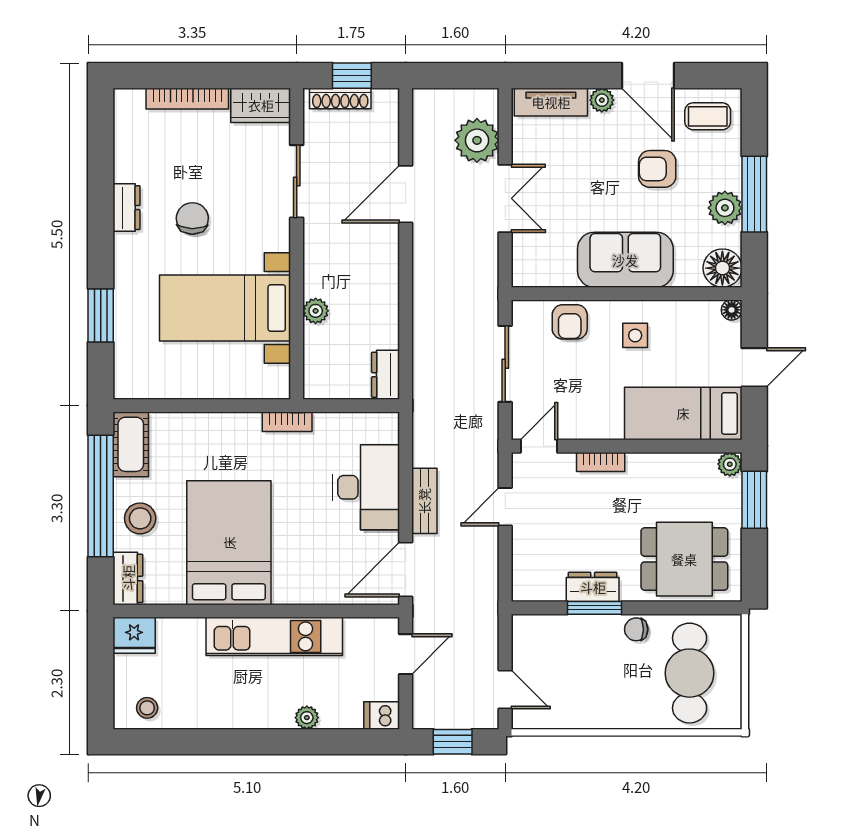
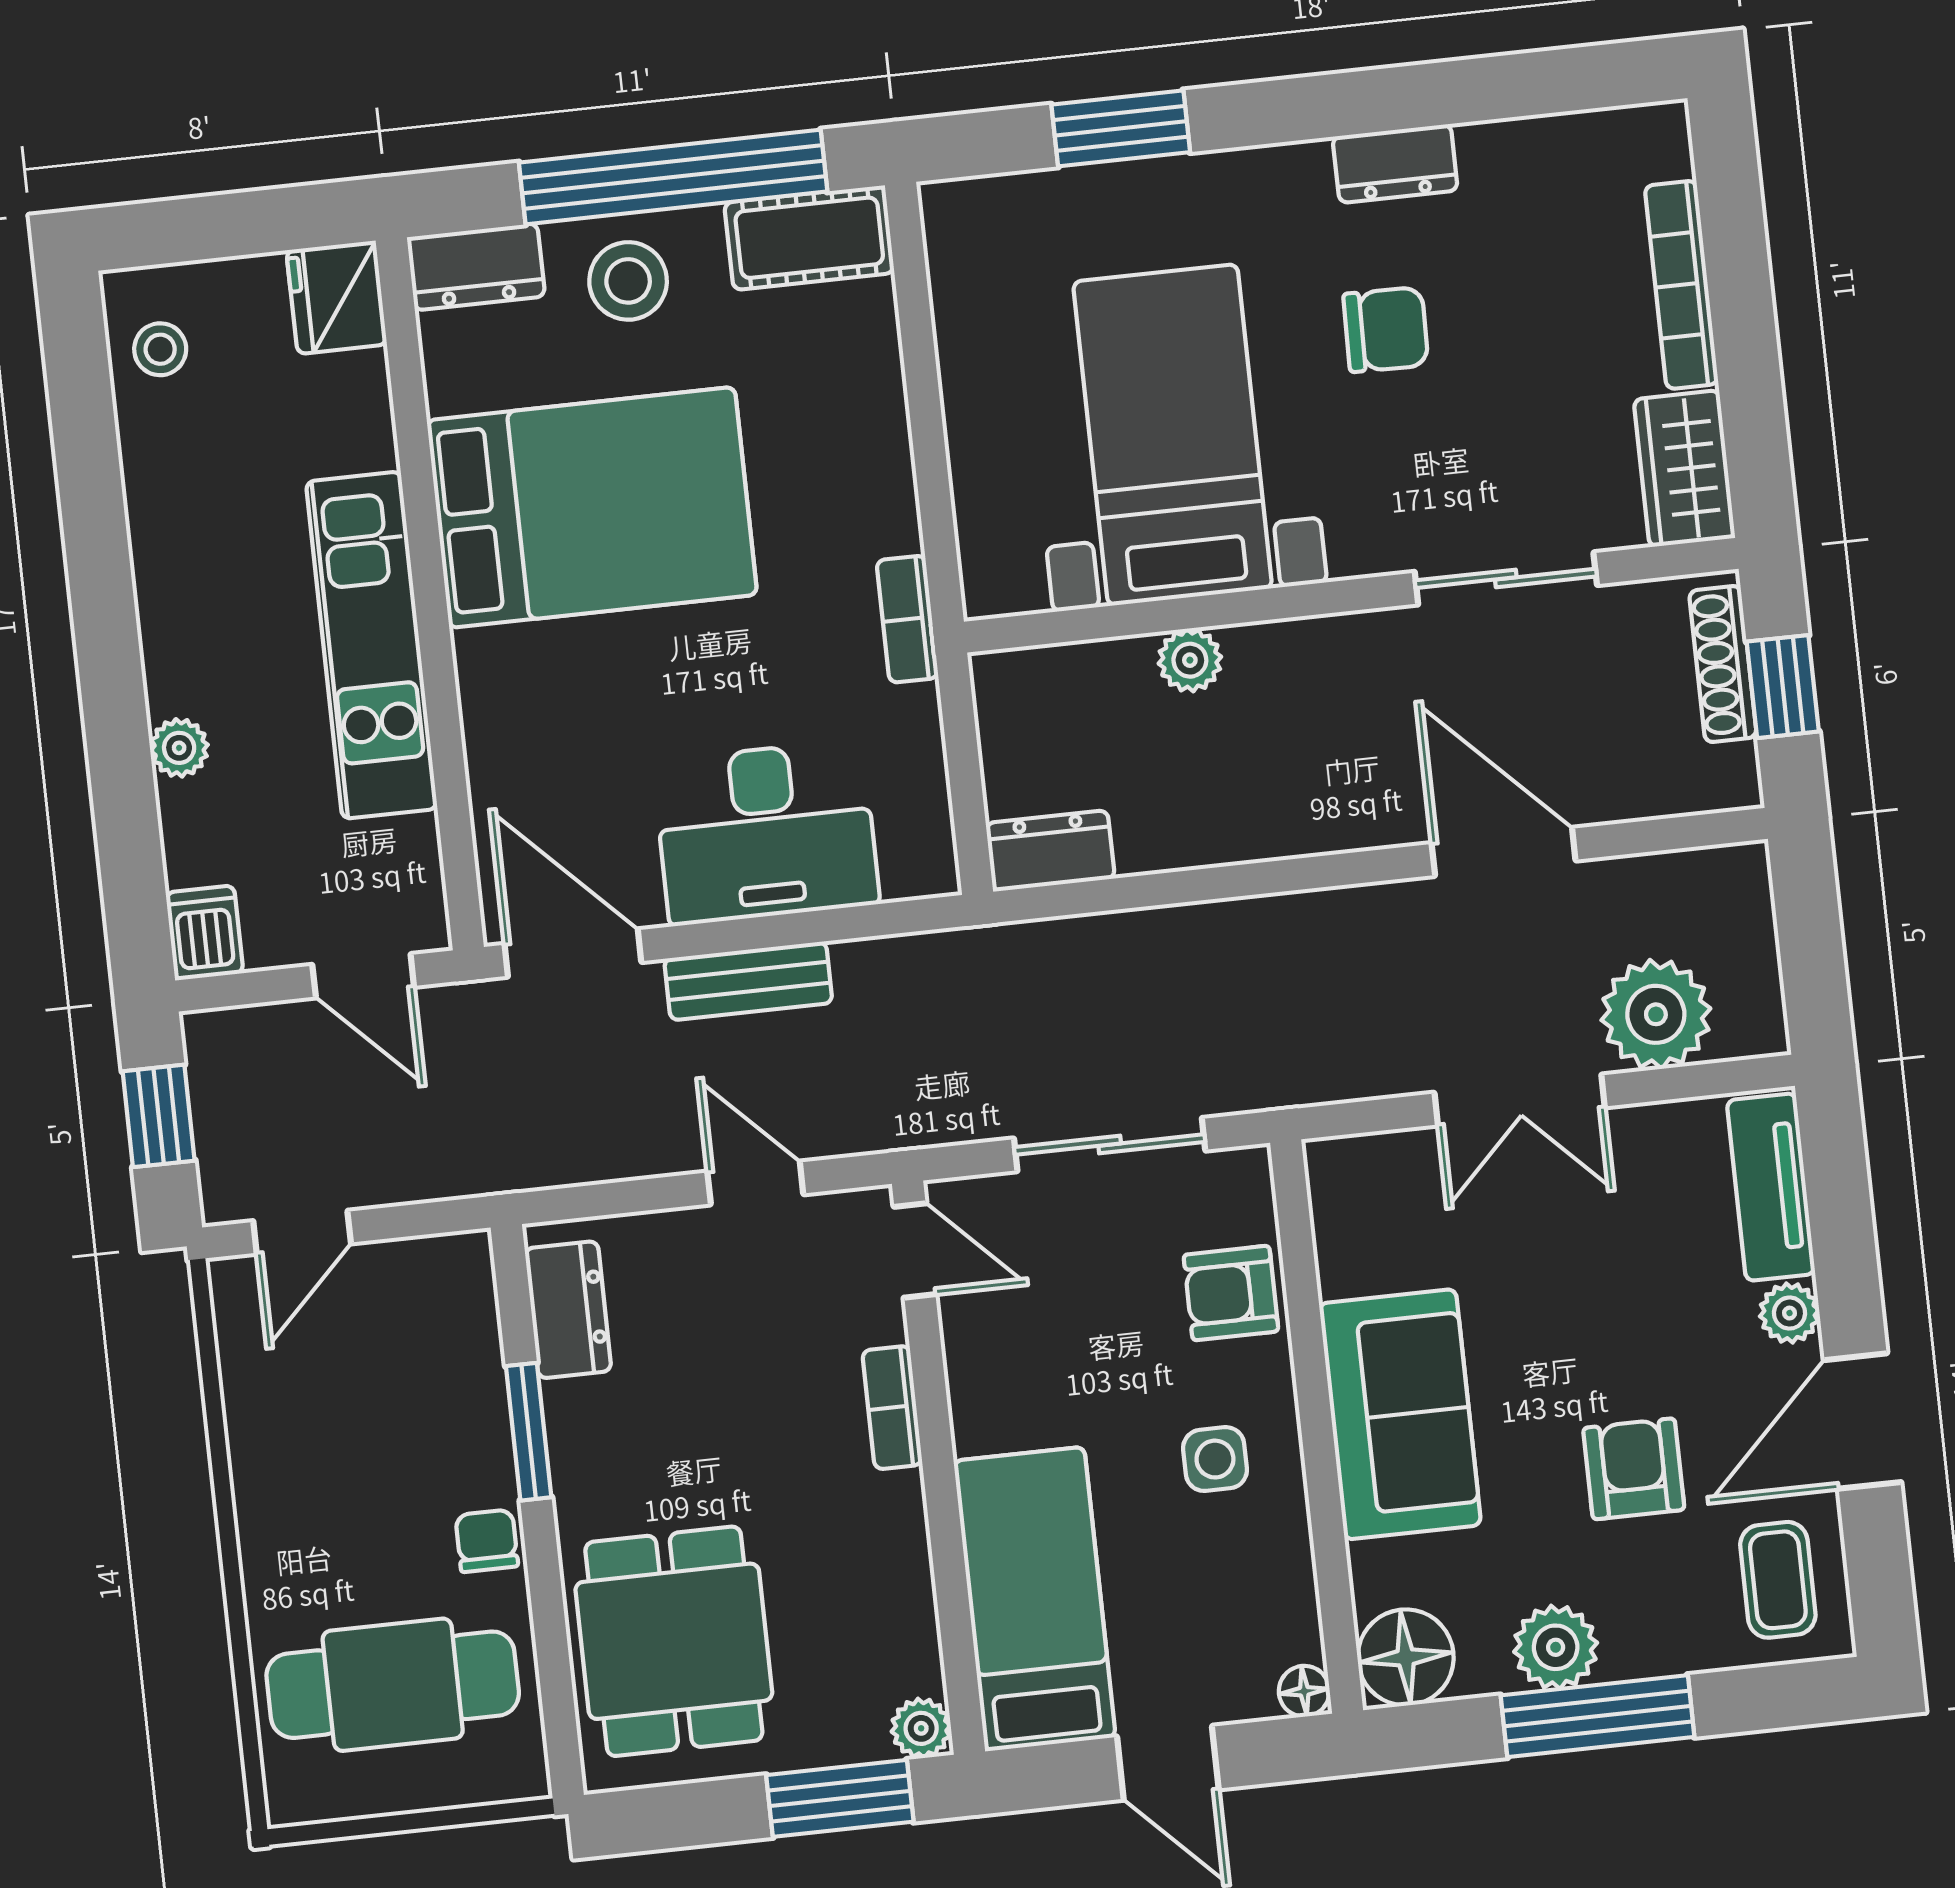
dresser: (593, 587) -> (568, 1310), moved

